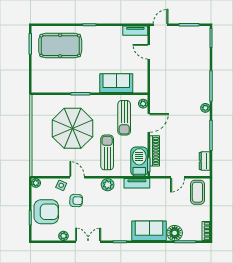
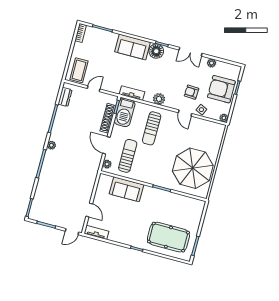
door: (149, 123) -> (106, 145), hinge flipped
parasol: (72, 128) -> (193, 168), moved
floor lamp: (175, 233) -> (156, 51), moved

